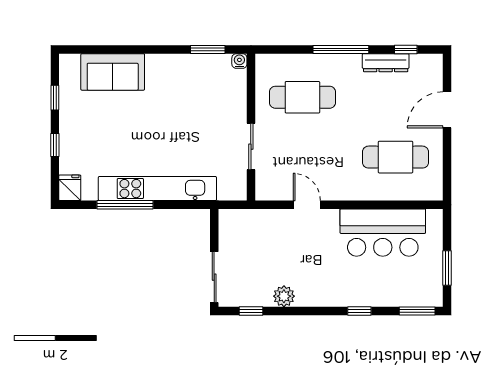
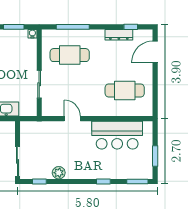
window: (341, 50) -> (73, 27), moved
door: (447, 110) -> (155, 52), moved

